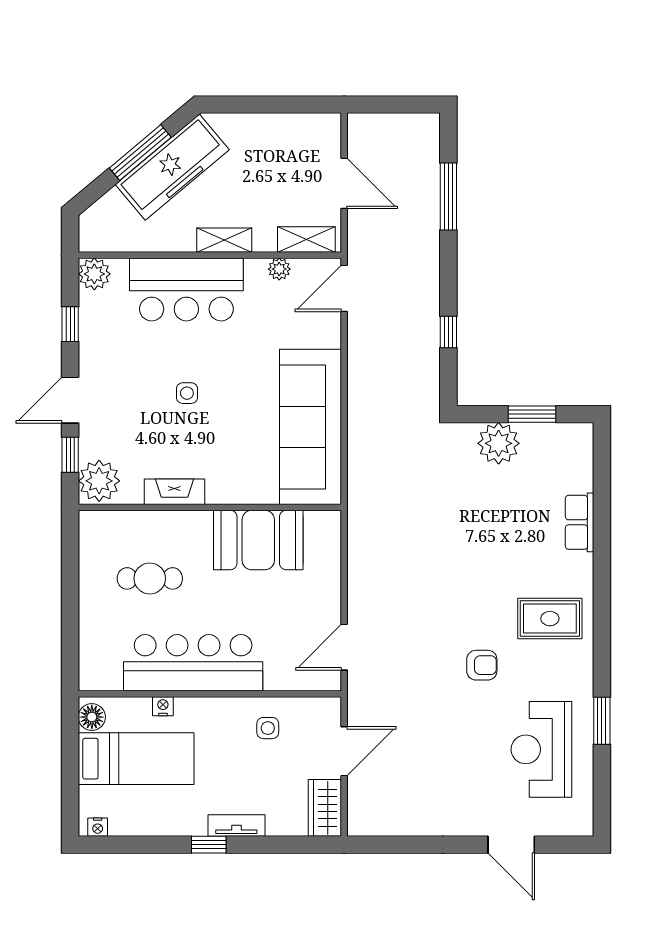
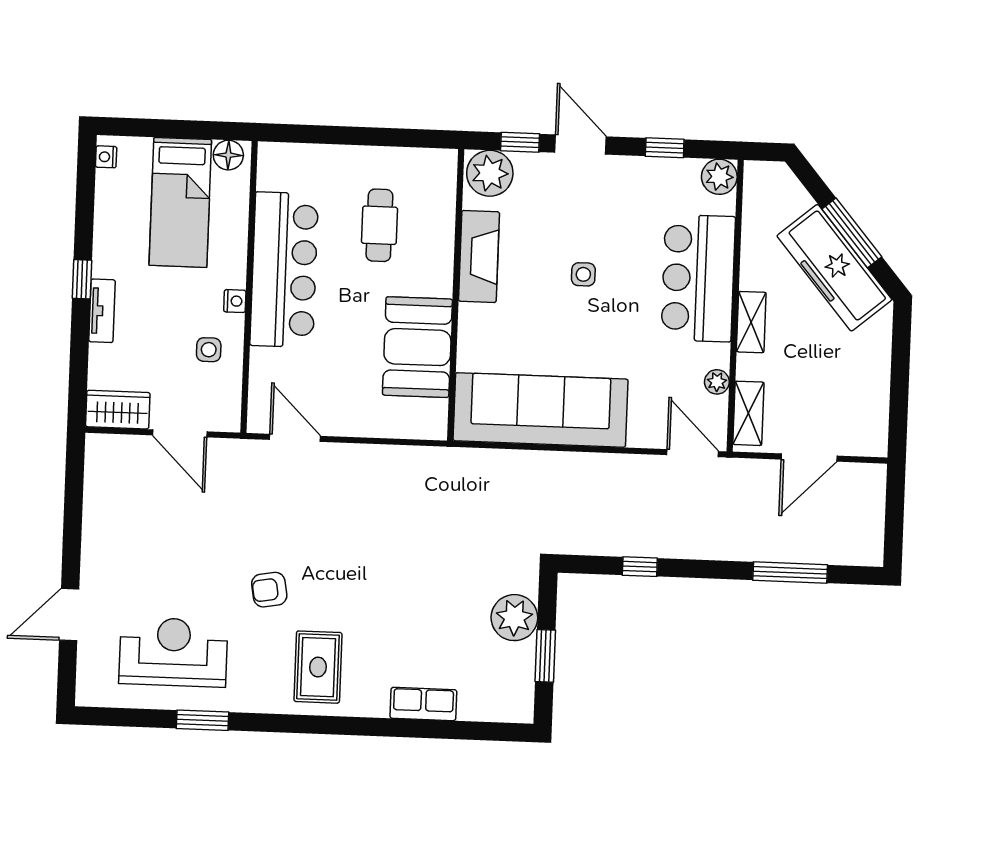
fireplace: (174, 492) -> (479, 256), width x1.37, depth x1.32
armchair: (482, 665) -> (269, 590), turned 80
nightstand: (163, 706) -> (235, 301), moved

